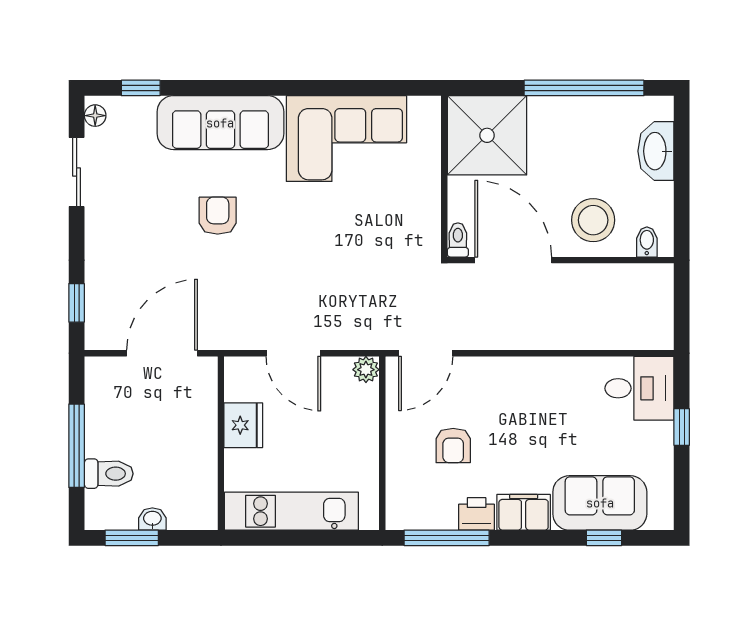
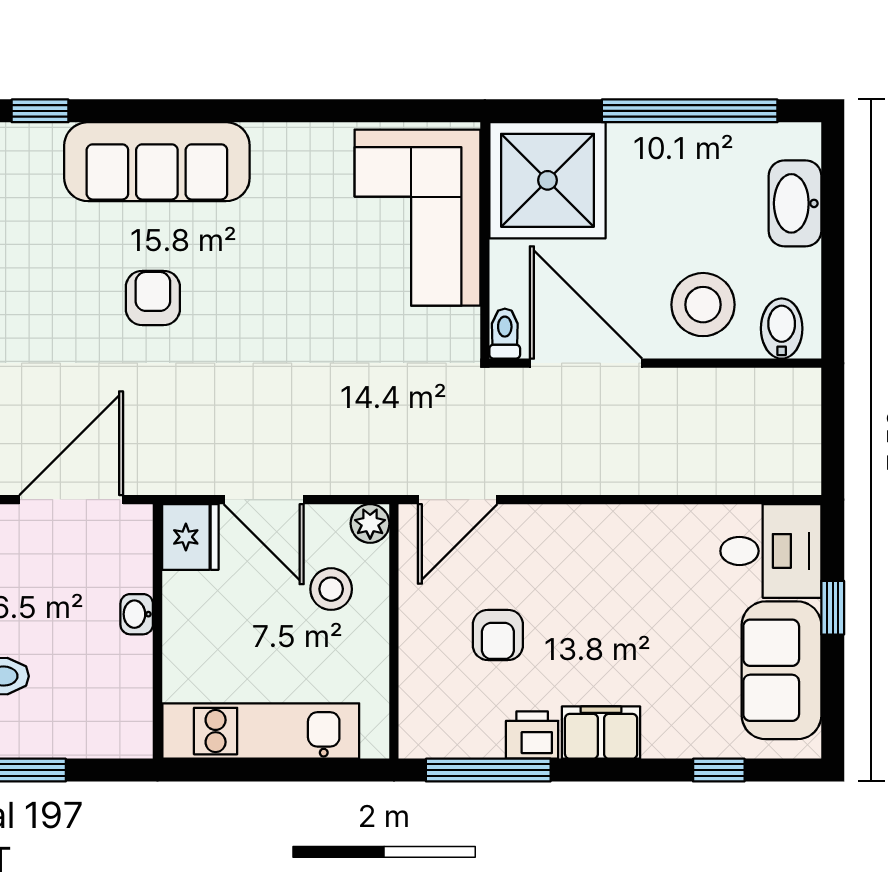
corner sofa: (346, 139) -> (417, 218), moved, turned 90
bidet: (647, 242) -> (782, 329), width x1.38, depth x1.36
stool: (339, 414) -> (331, 589), added
fridge: (243, 425) -> (190, 537), moved
sofa: (600, 503) -> (781, 670), moved, turned -90
washbasin: (152, 519) -> (137, 614), moved, turned -90

